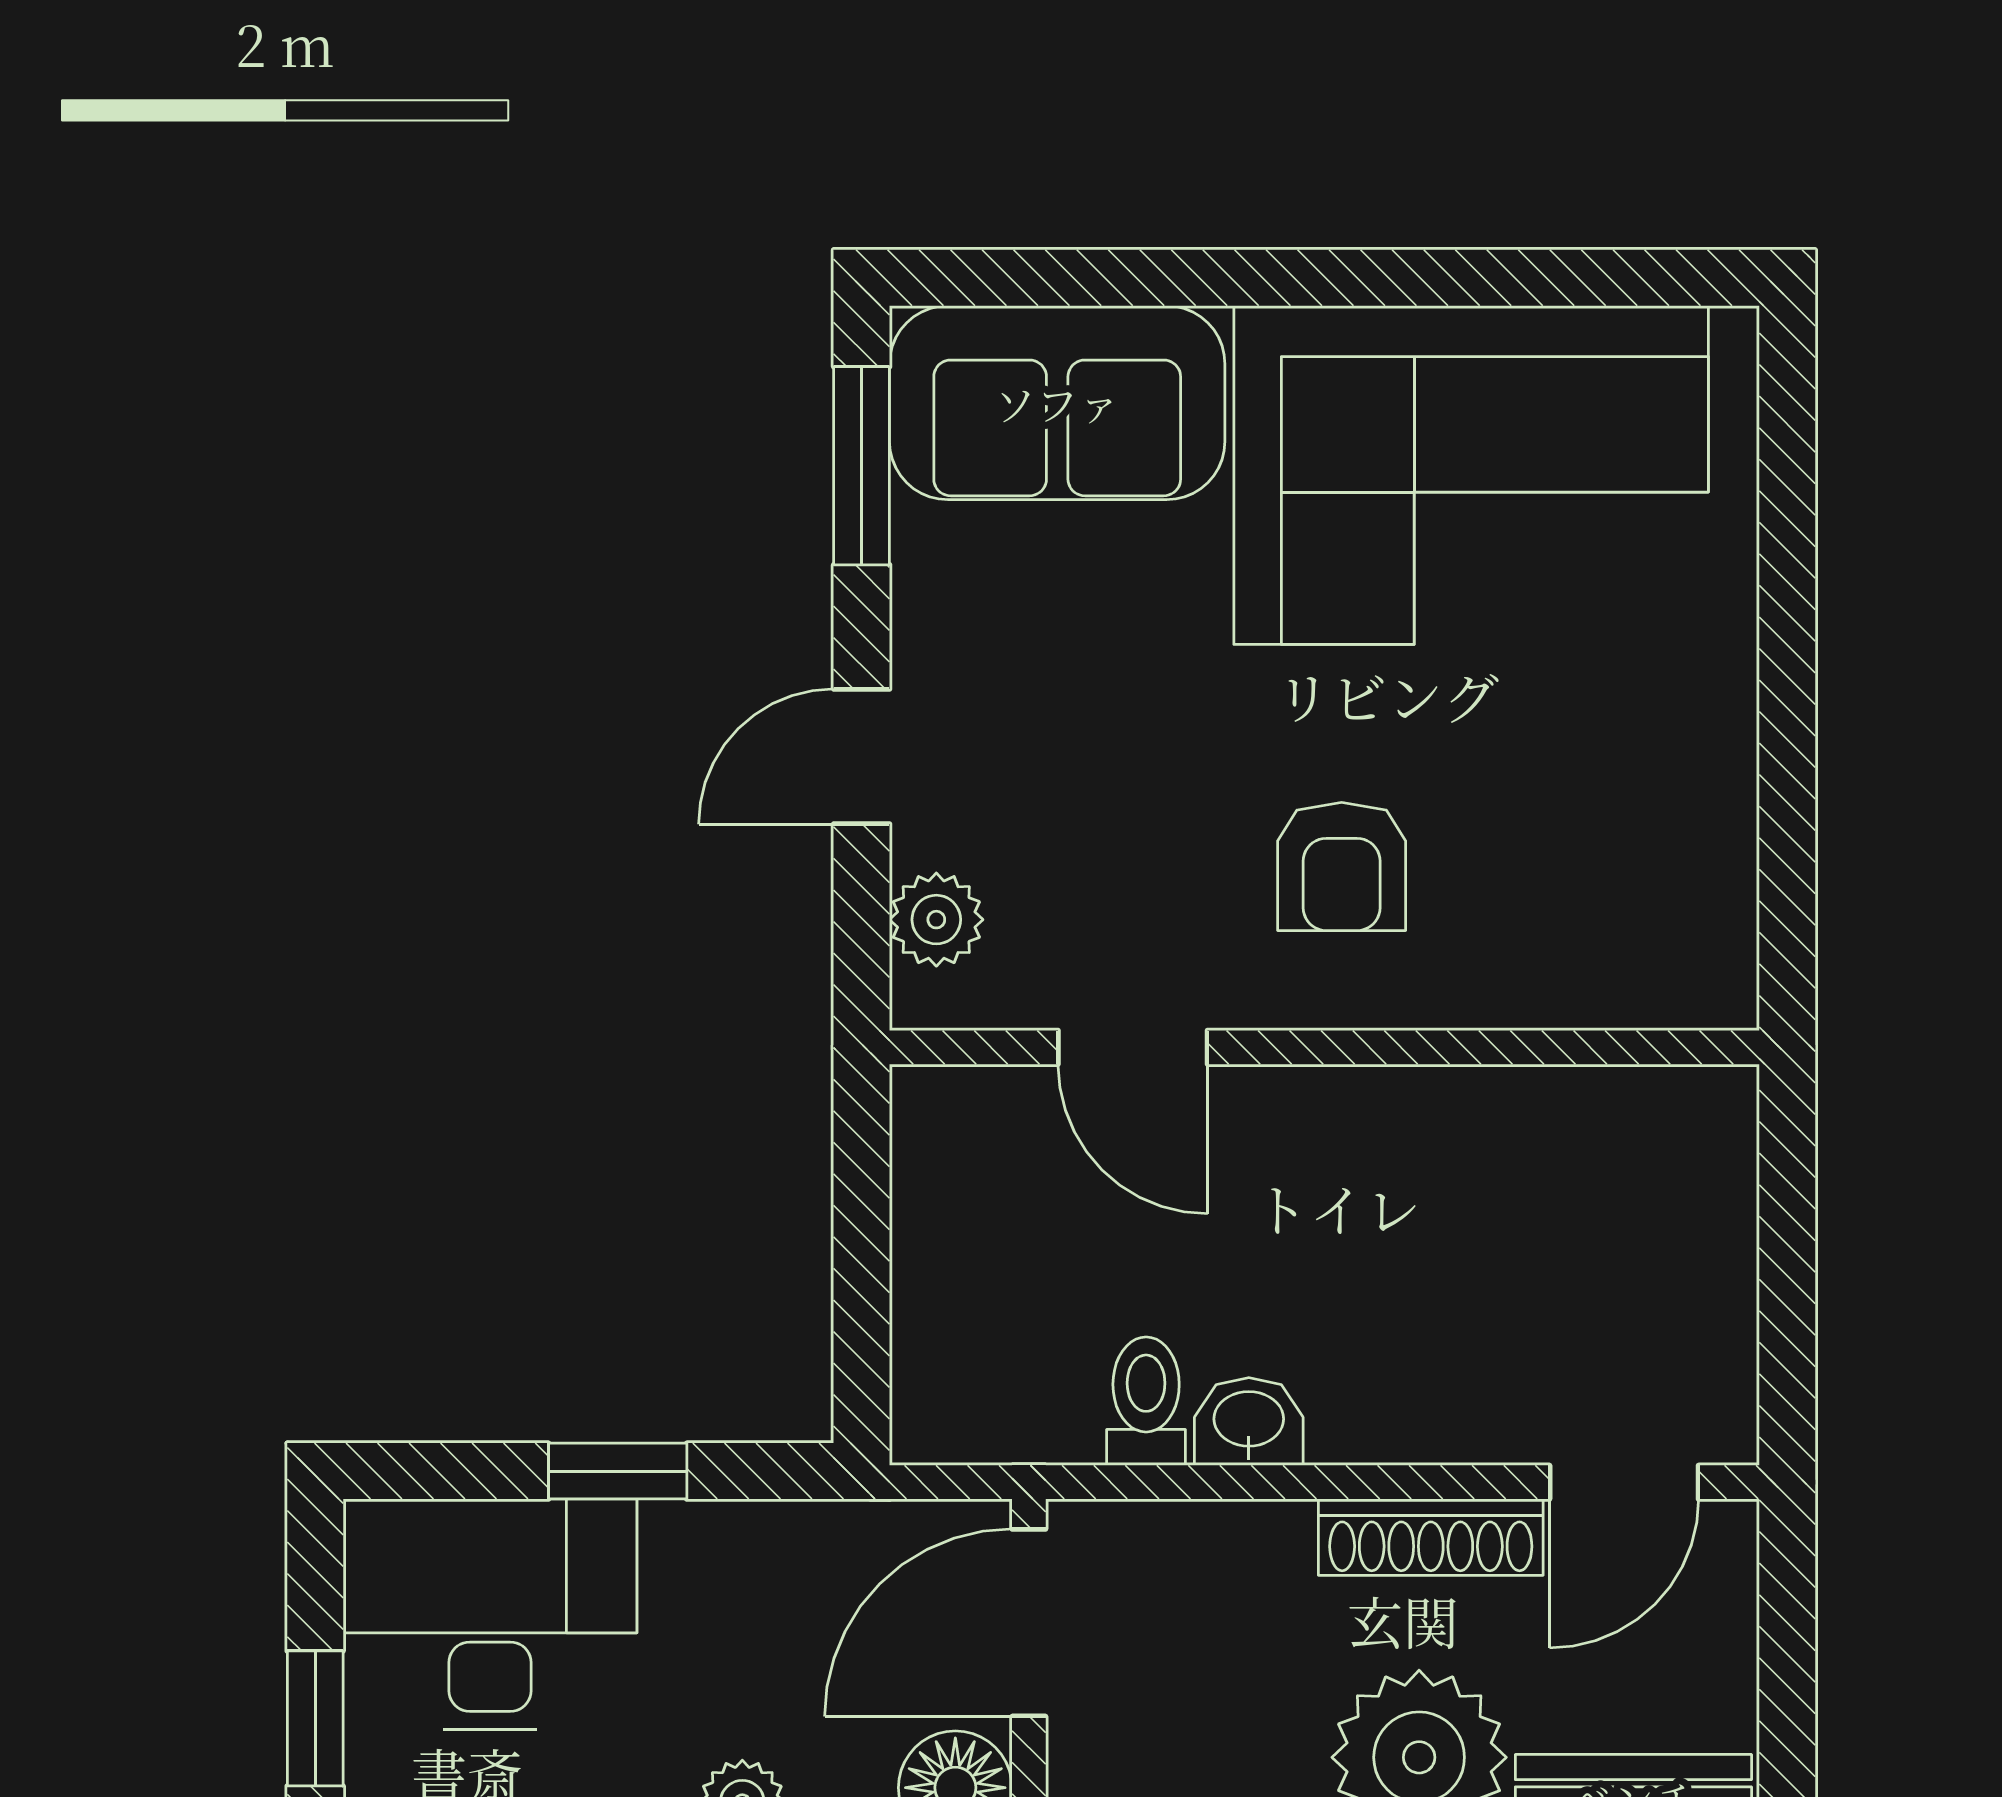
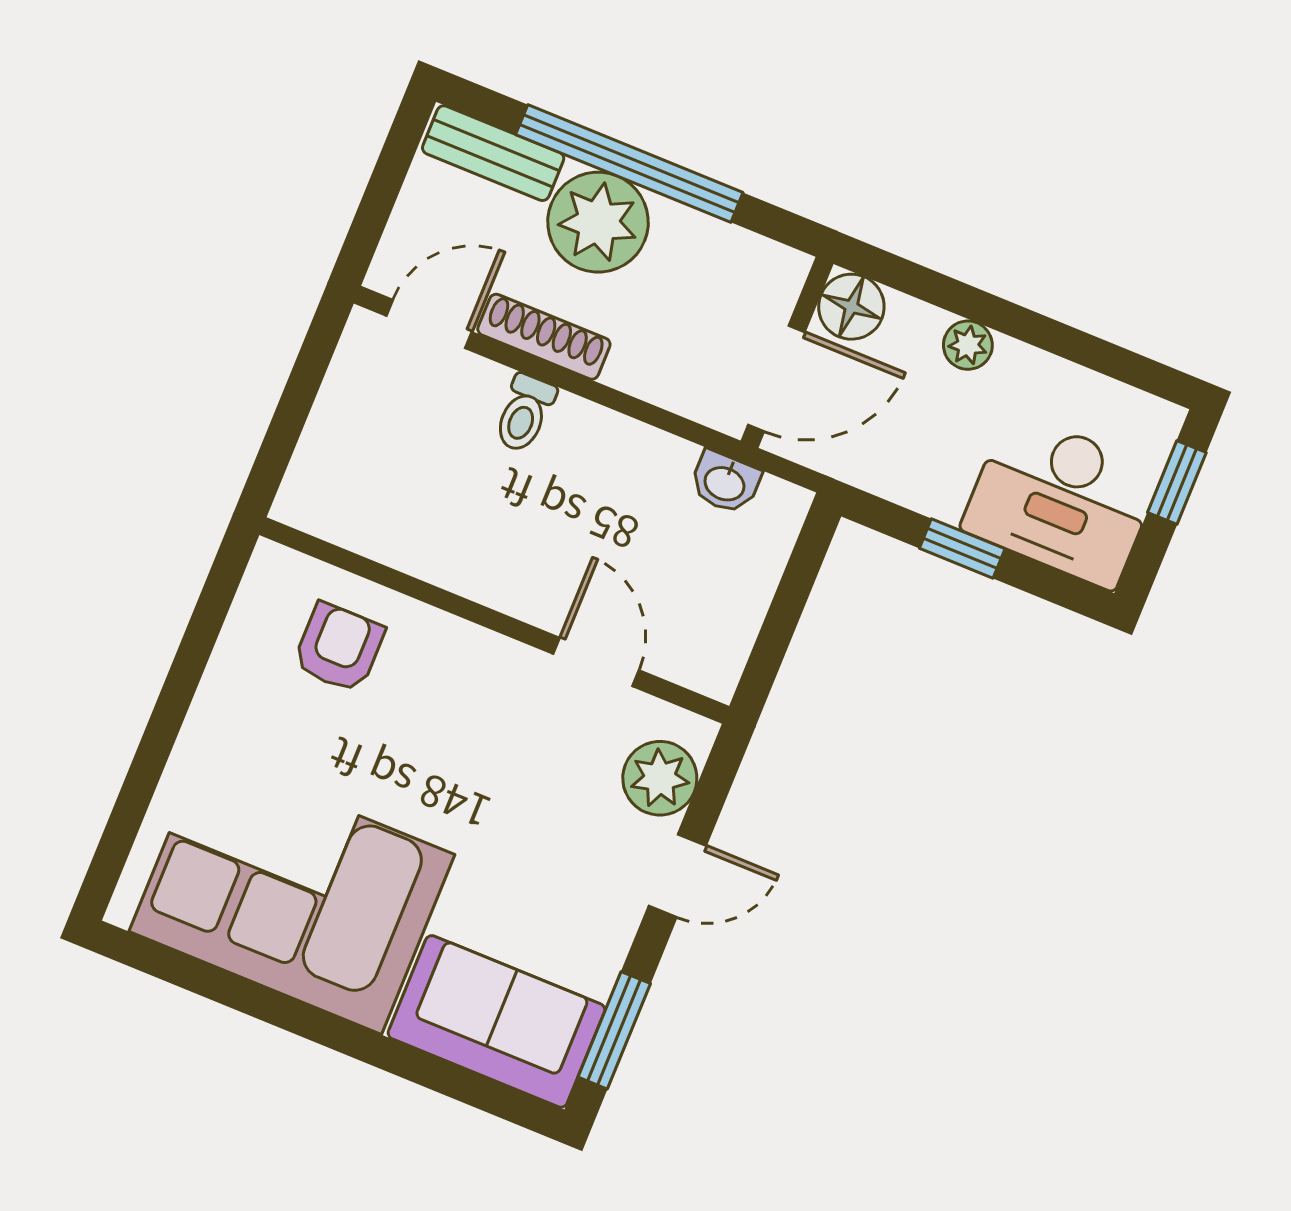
armchair: (1342, 866) -> (339, 648), moved
plant: (936, 920) -> (660, 778), width x1.38, depth x1.38
toilet: (1146, 1401) -> (525, 413), moved
washbasin: (1249, 1421) -> (725, 482), moved

